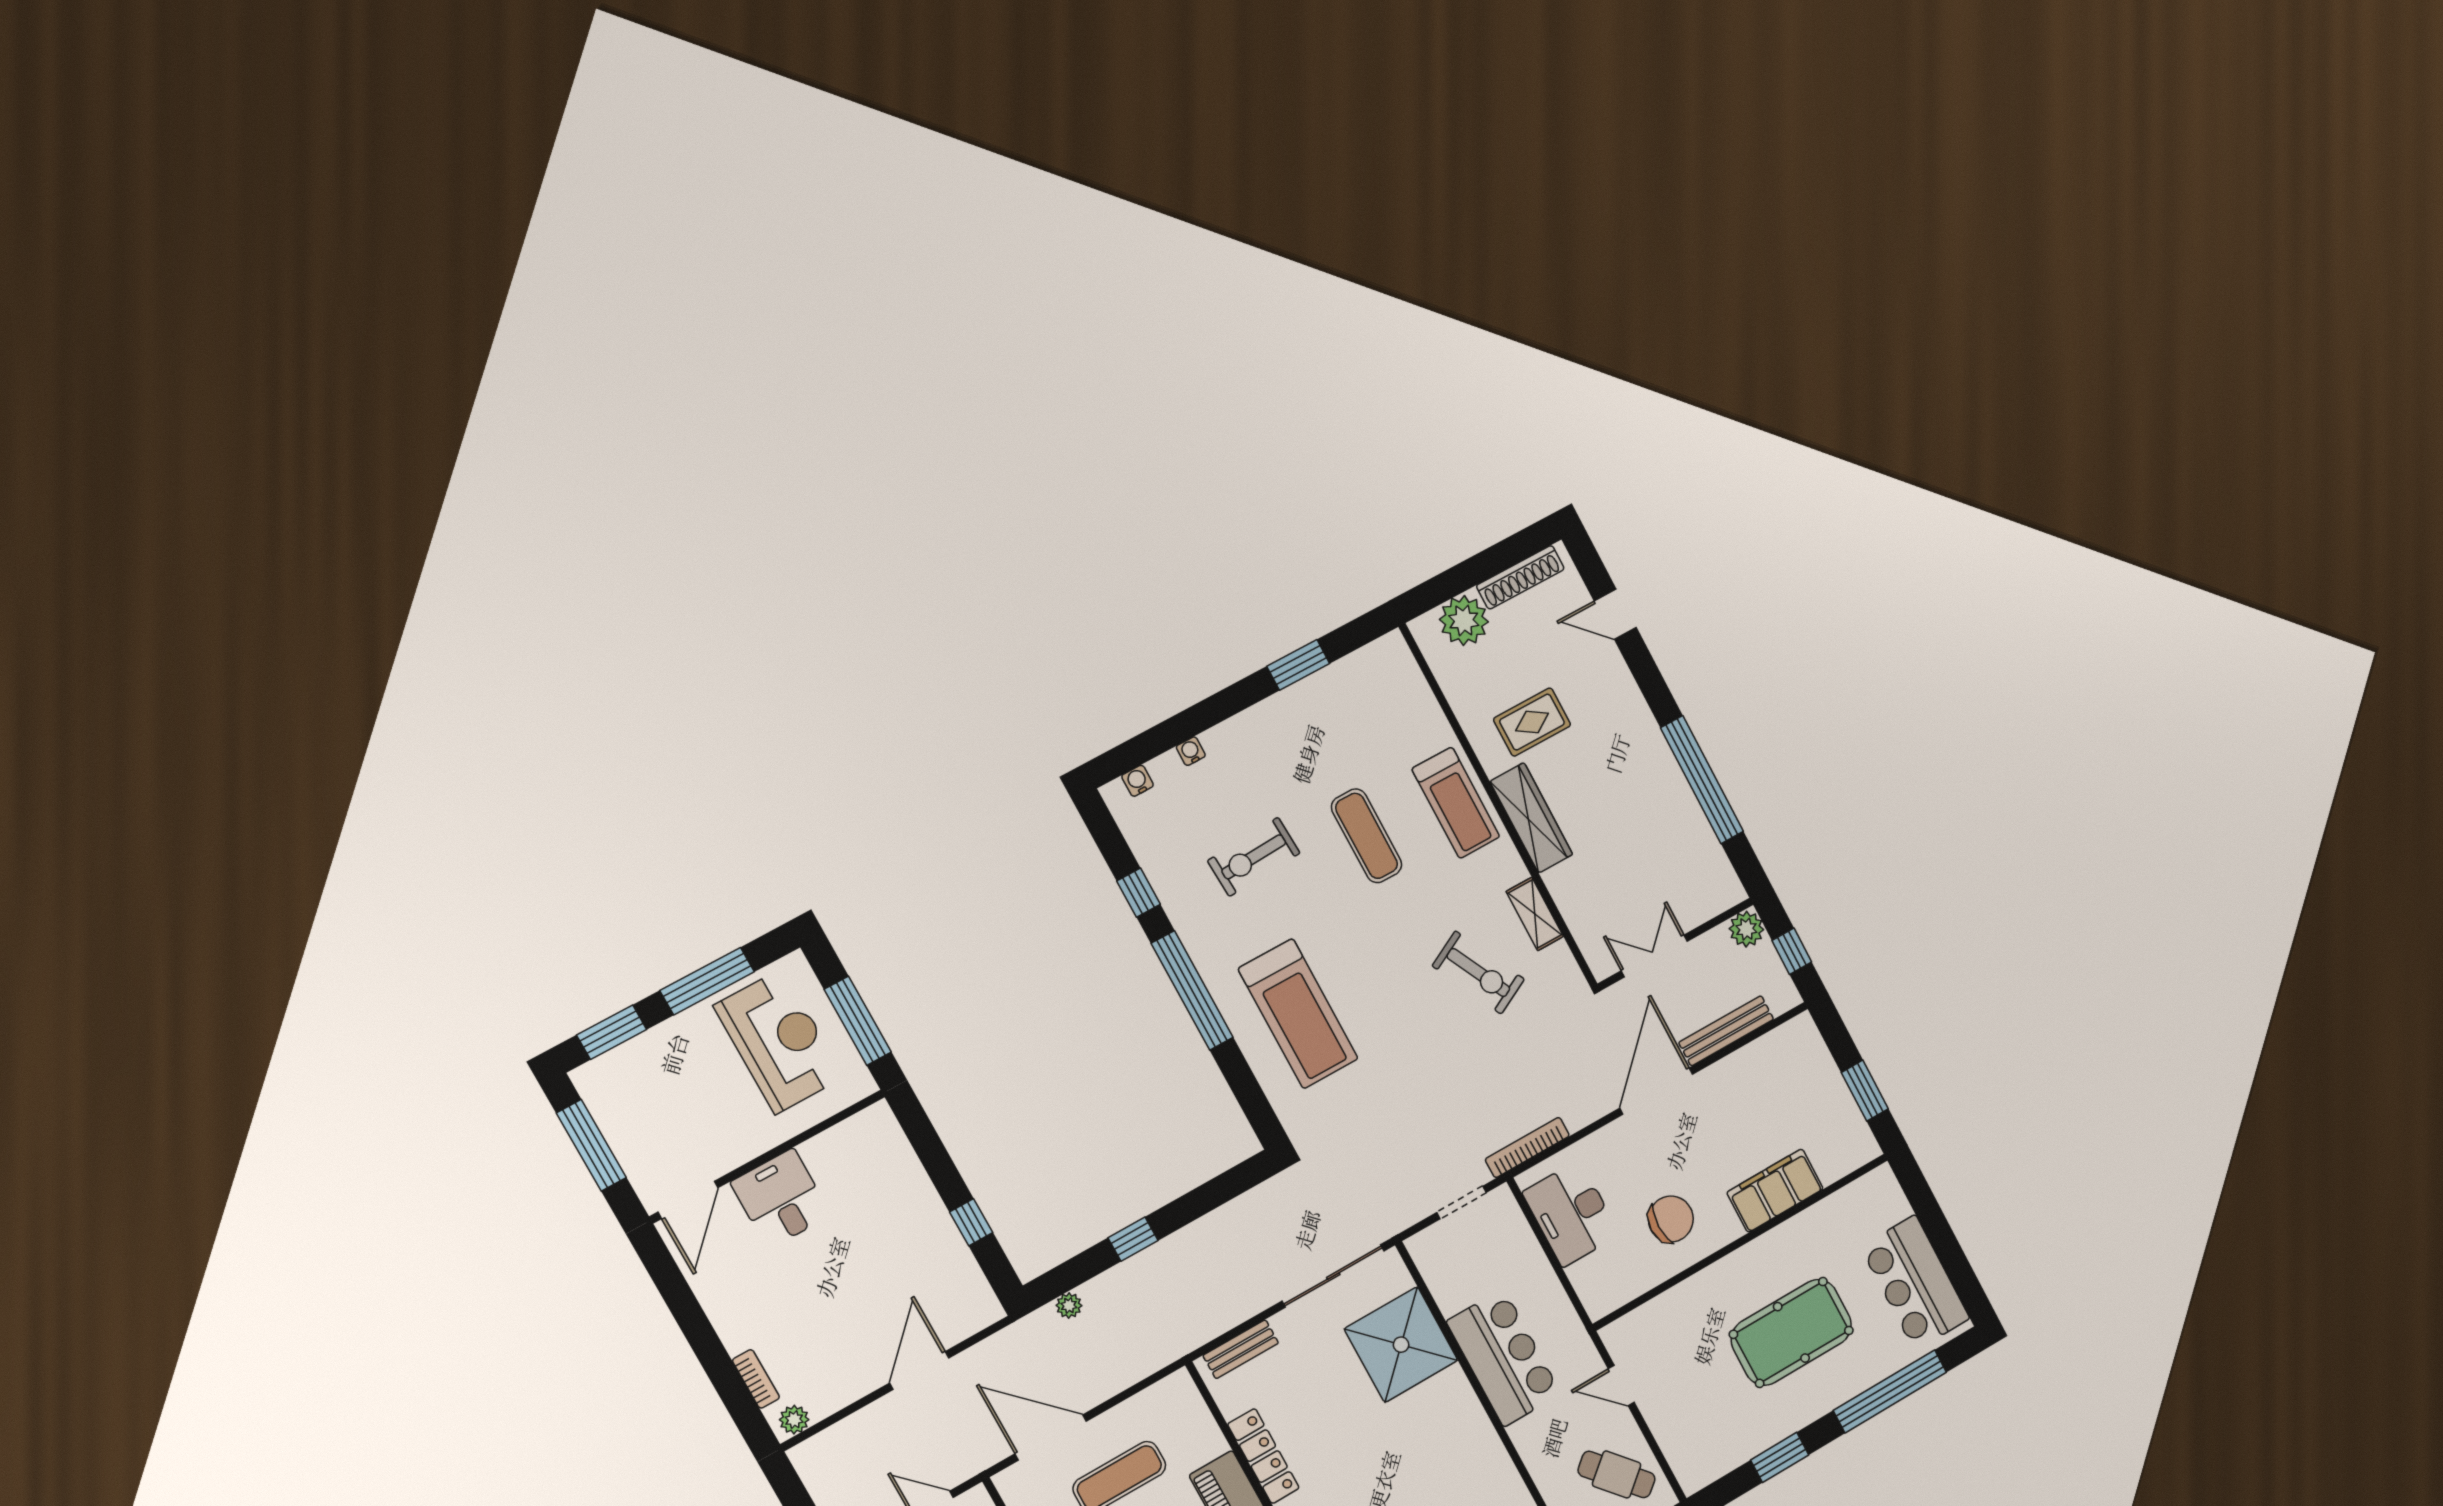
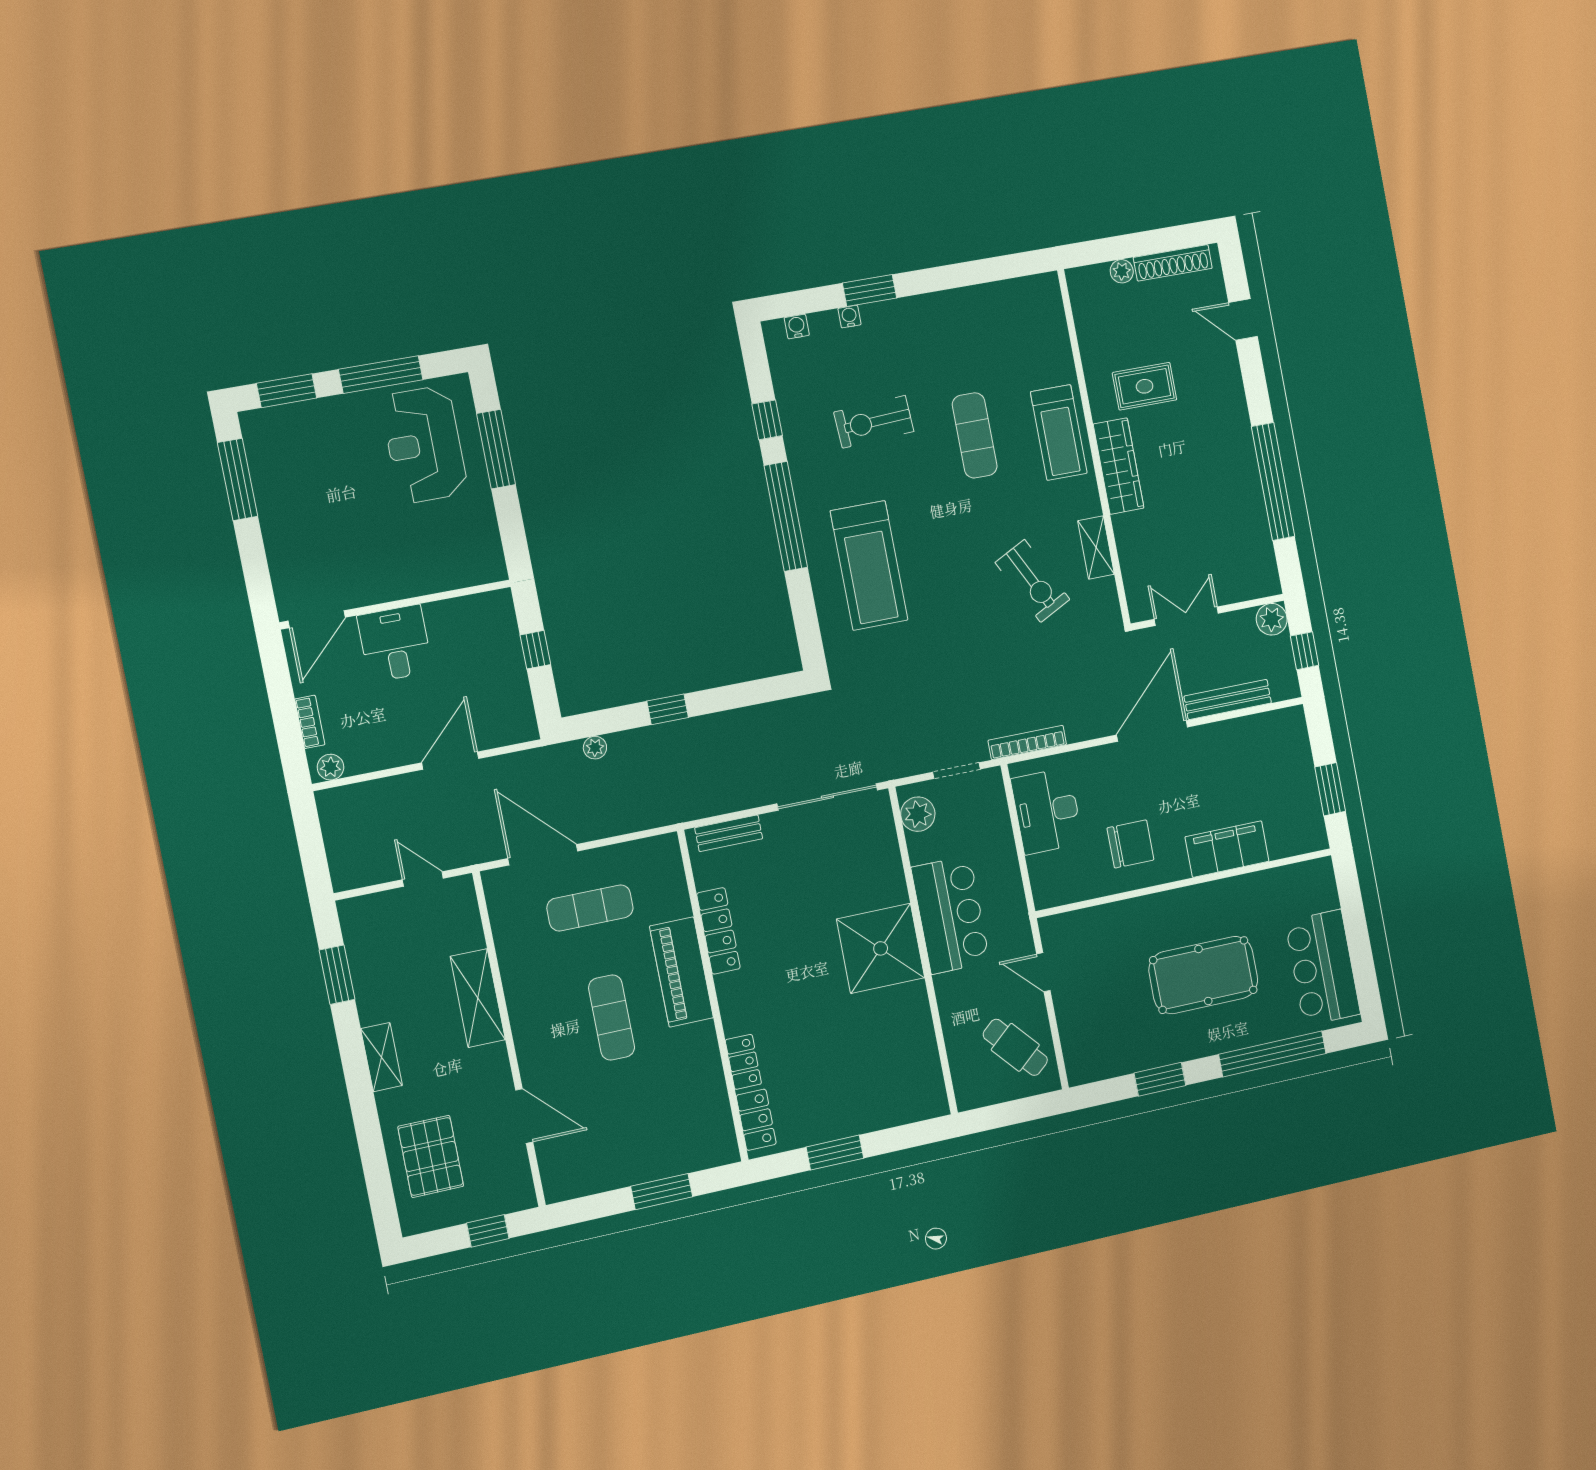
plant: (1464, 621) -> (1122, 271), width x0.53, depth x0.53
window: (1298, 665) -> (870, 291), moved
reception desk: (779, 1041) -> (424, 445), turned 180
wall: (768, 1156) -> (396, 604), moved
desk: (781, 1199) -> (395, 644), moved
door: (688, 1200) -> (317, 619), moved
plant: (1435, 1262) -> (918, 814), added
shower: (1401, 1345) -> (881, 948), moved

